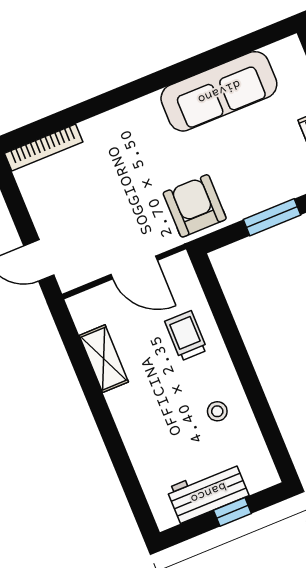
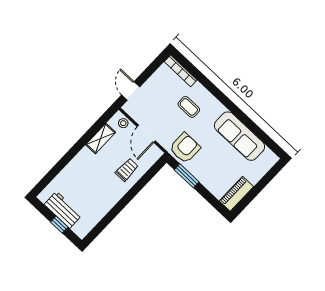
coffee table: (119, 163) -> (189, 107), added
window: (272, 217) -> (187, 176), moved
stool: (217, 411) -> (123, 123), moved

